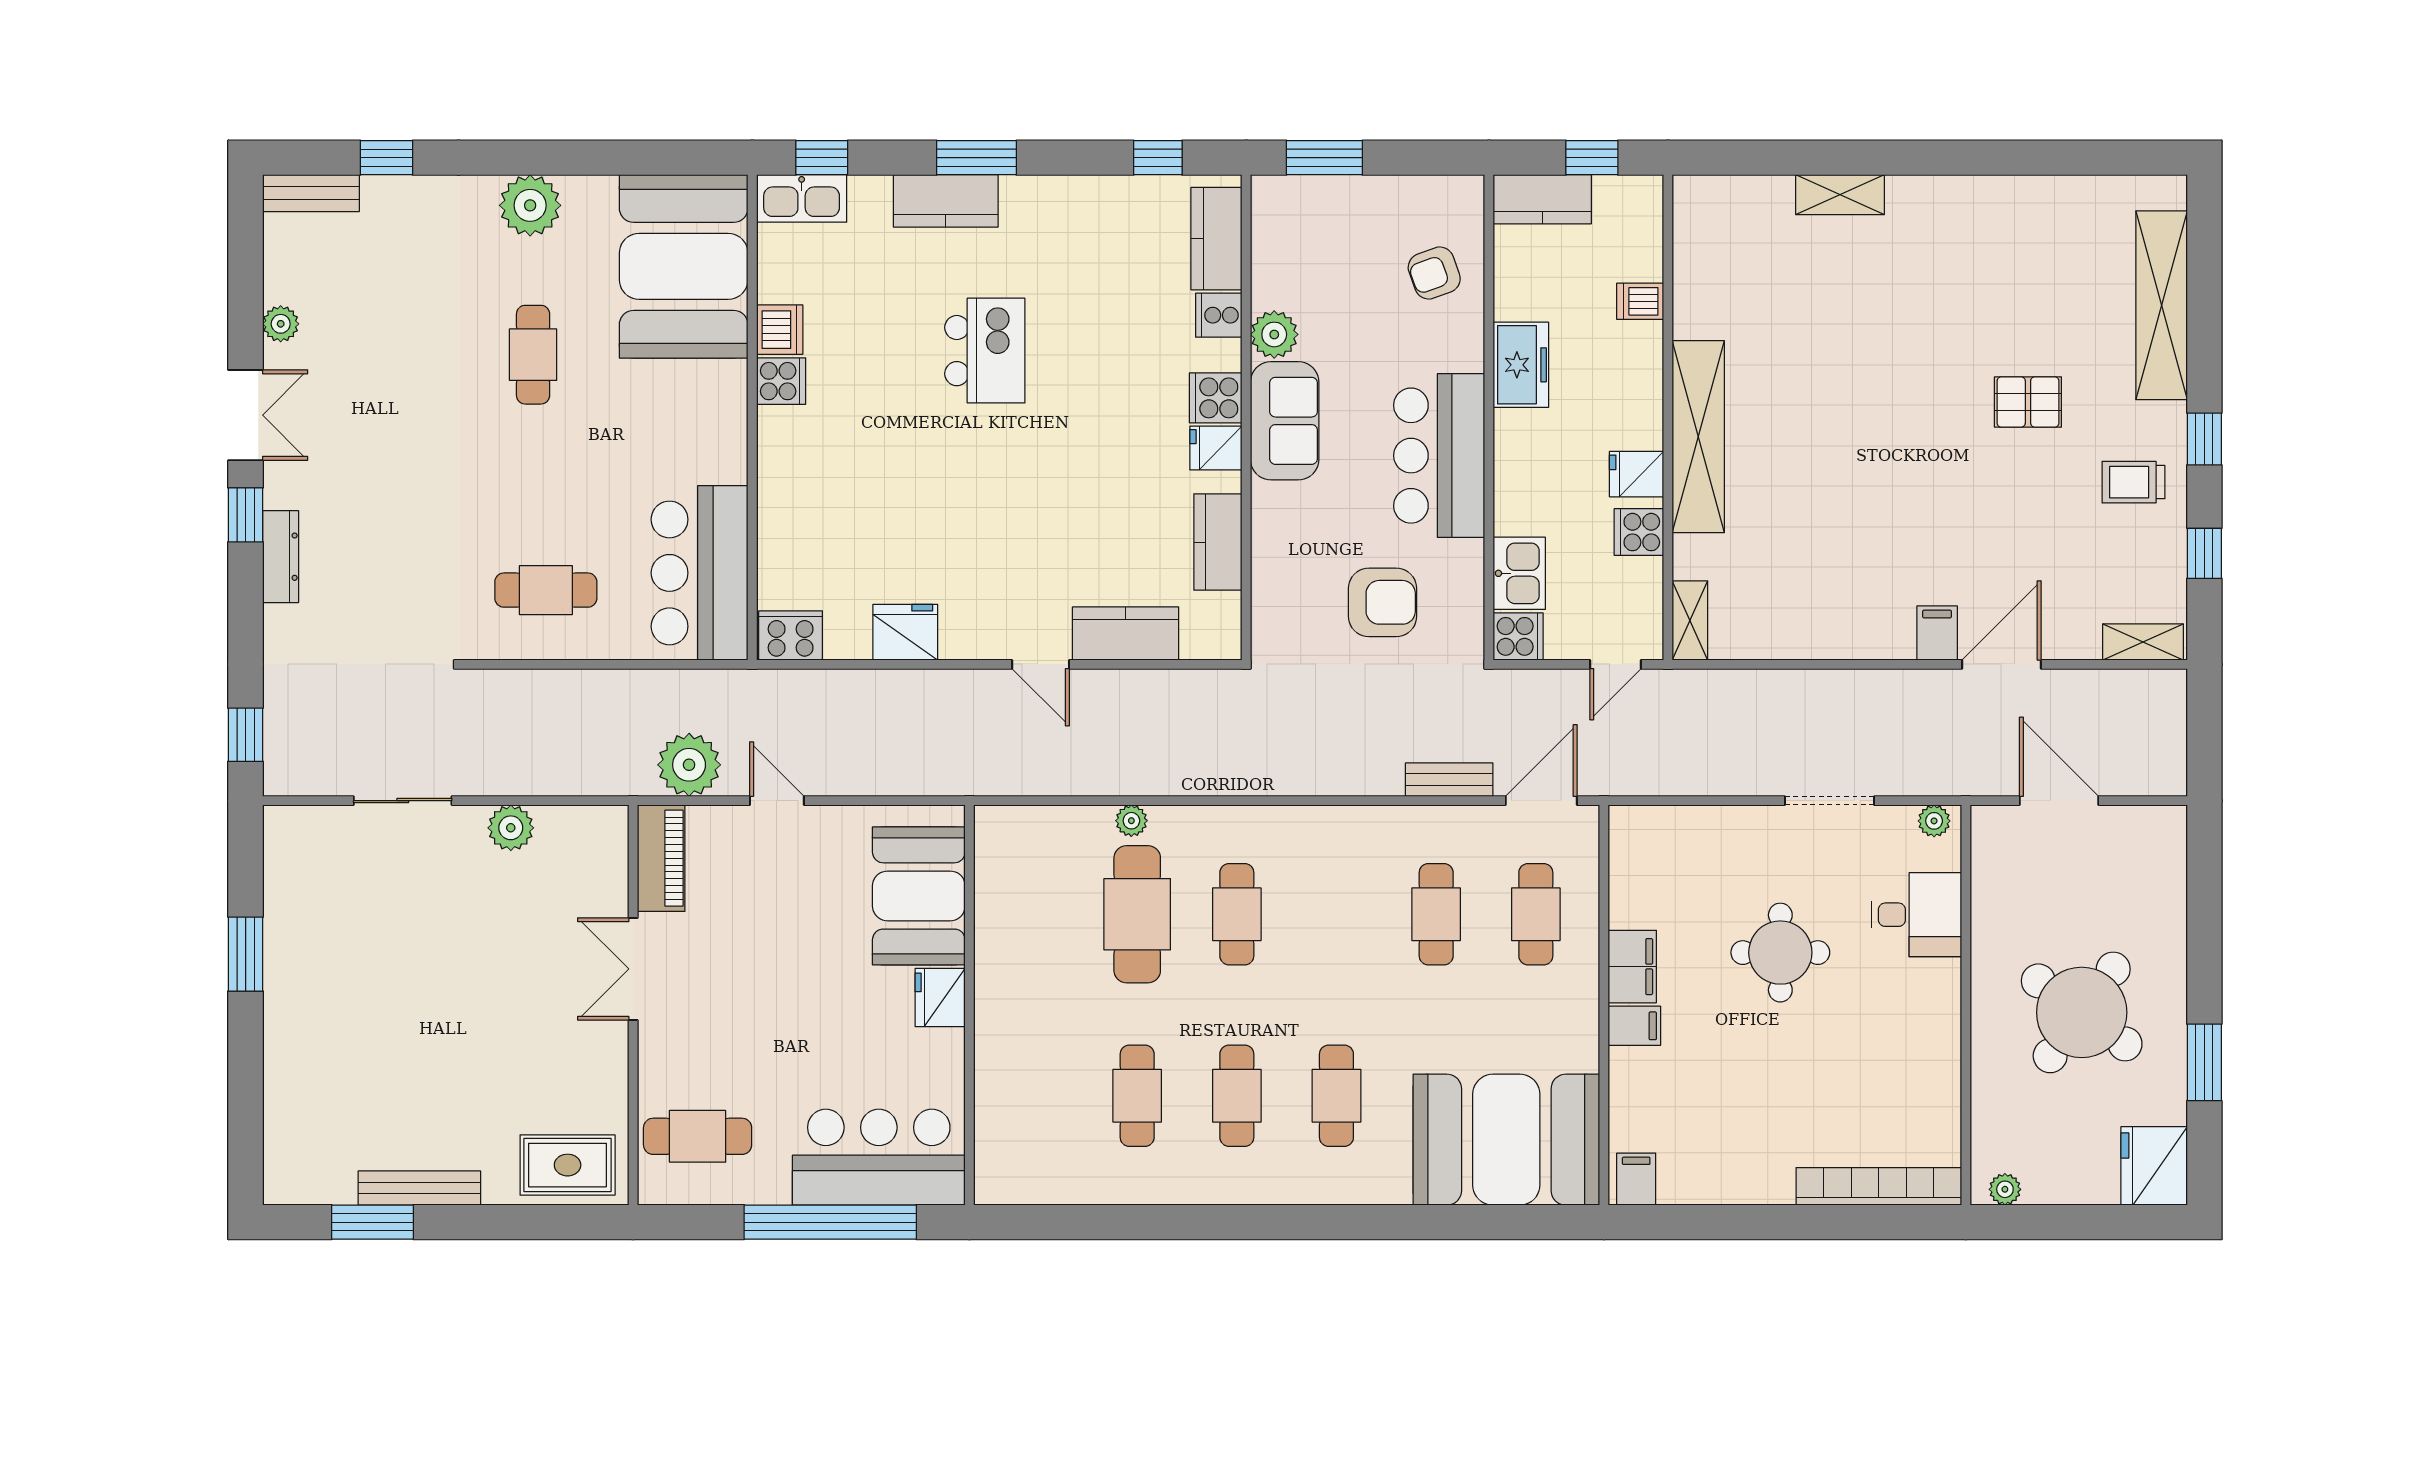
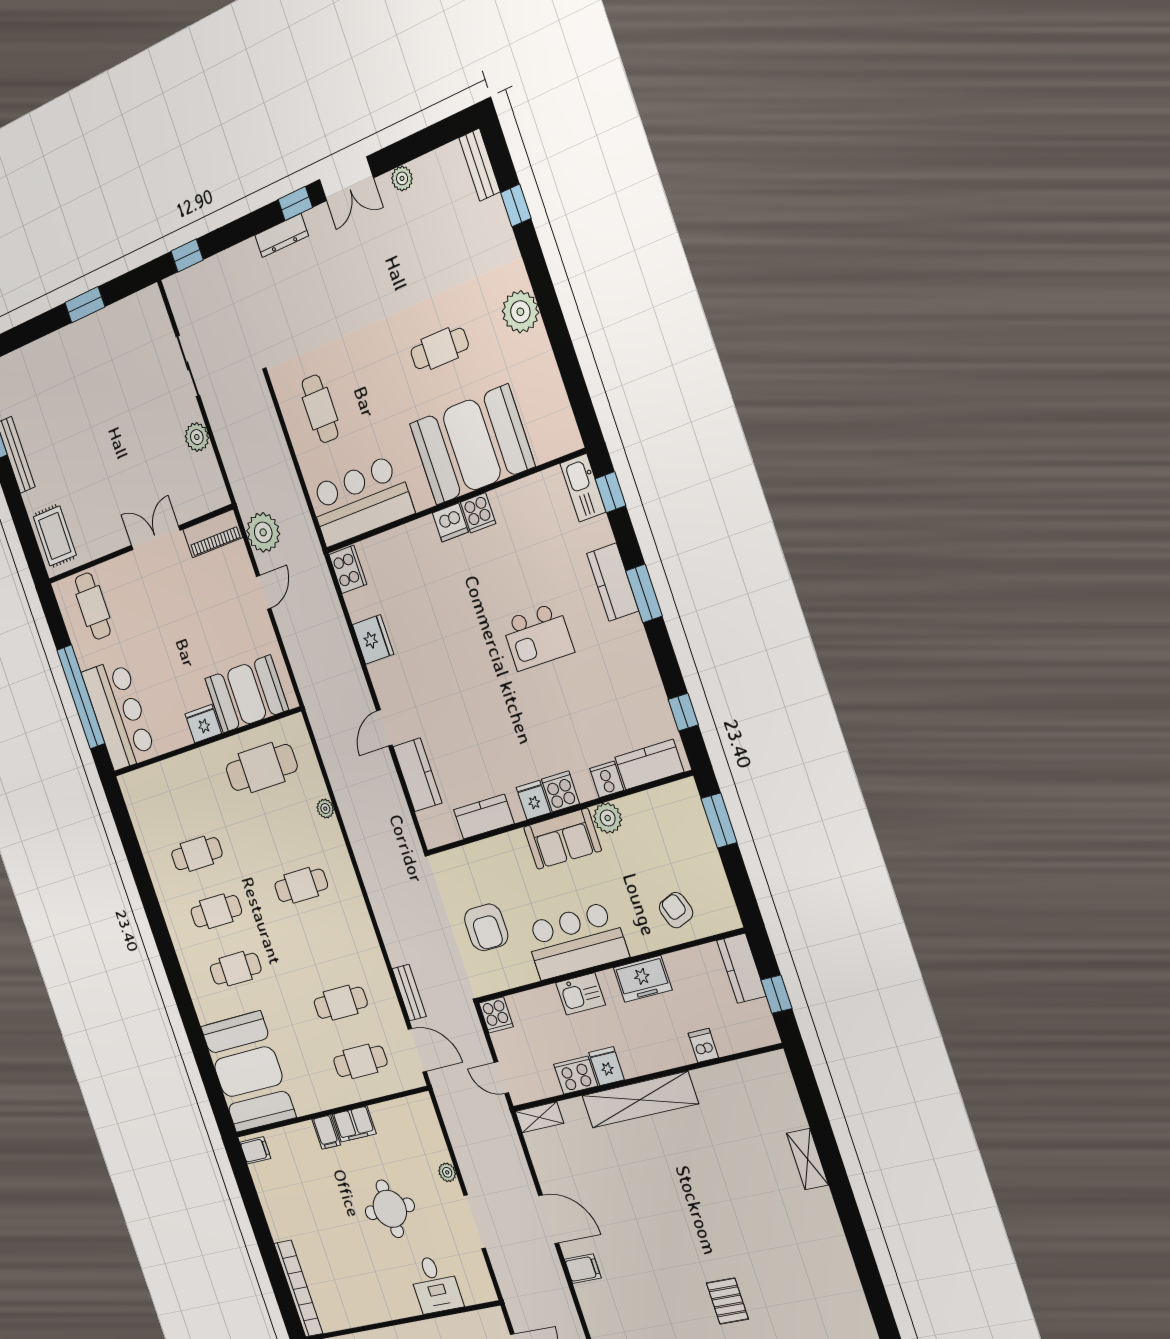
booth: (684, 266) -> (472, 445), moved
dishwasher: (780, 330) -> (450, 522), moved
cooker: (1639, 532) -> (576, 1075), width x1.36
kitchen sink: (1519, 573) -> (581, 994), moved
door: (2001, 664) -> (549, 1219), moved
plant: (1934, 821) -> (447, 1172), moved
cafe table: (1137, 914) -> (262, 768), moved

